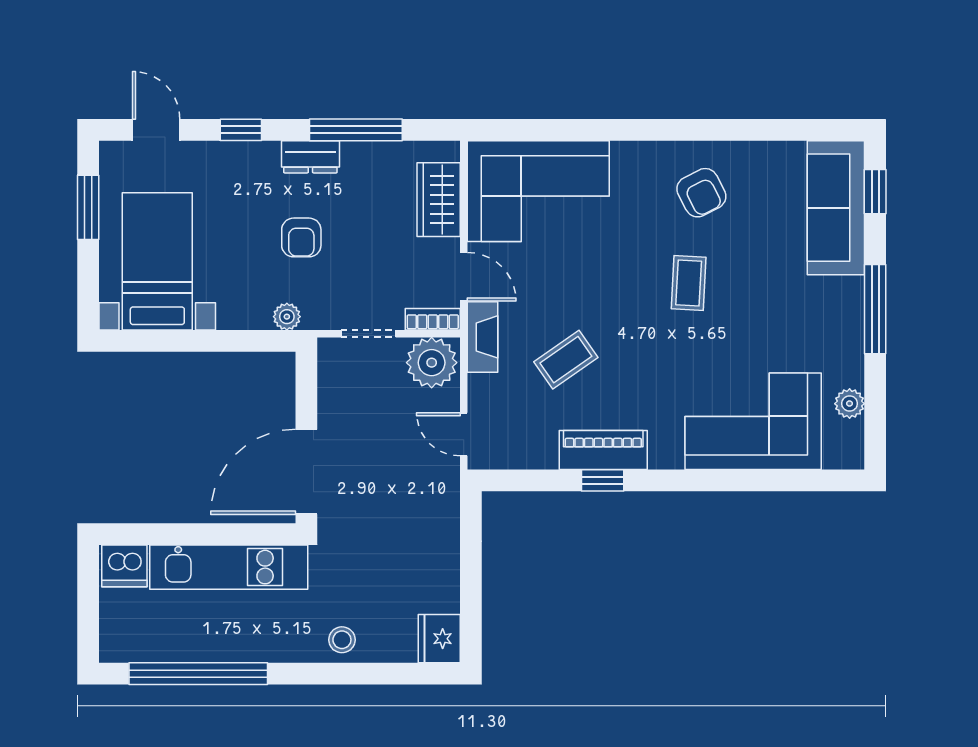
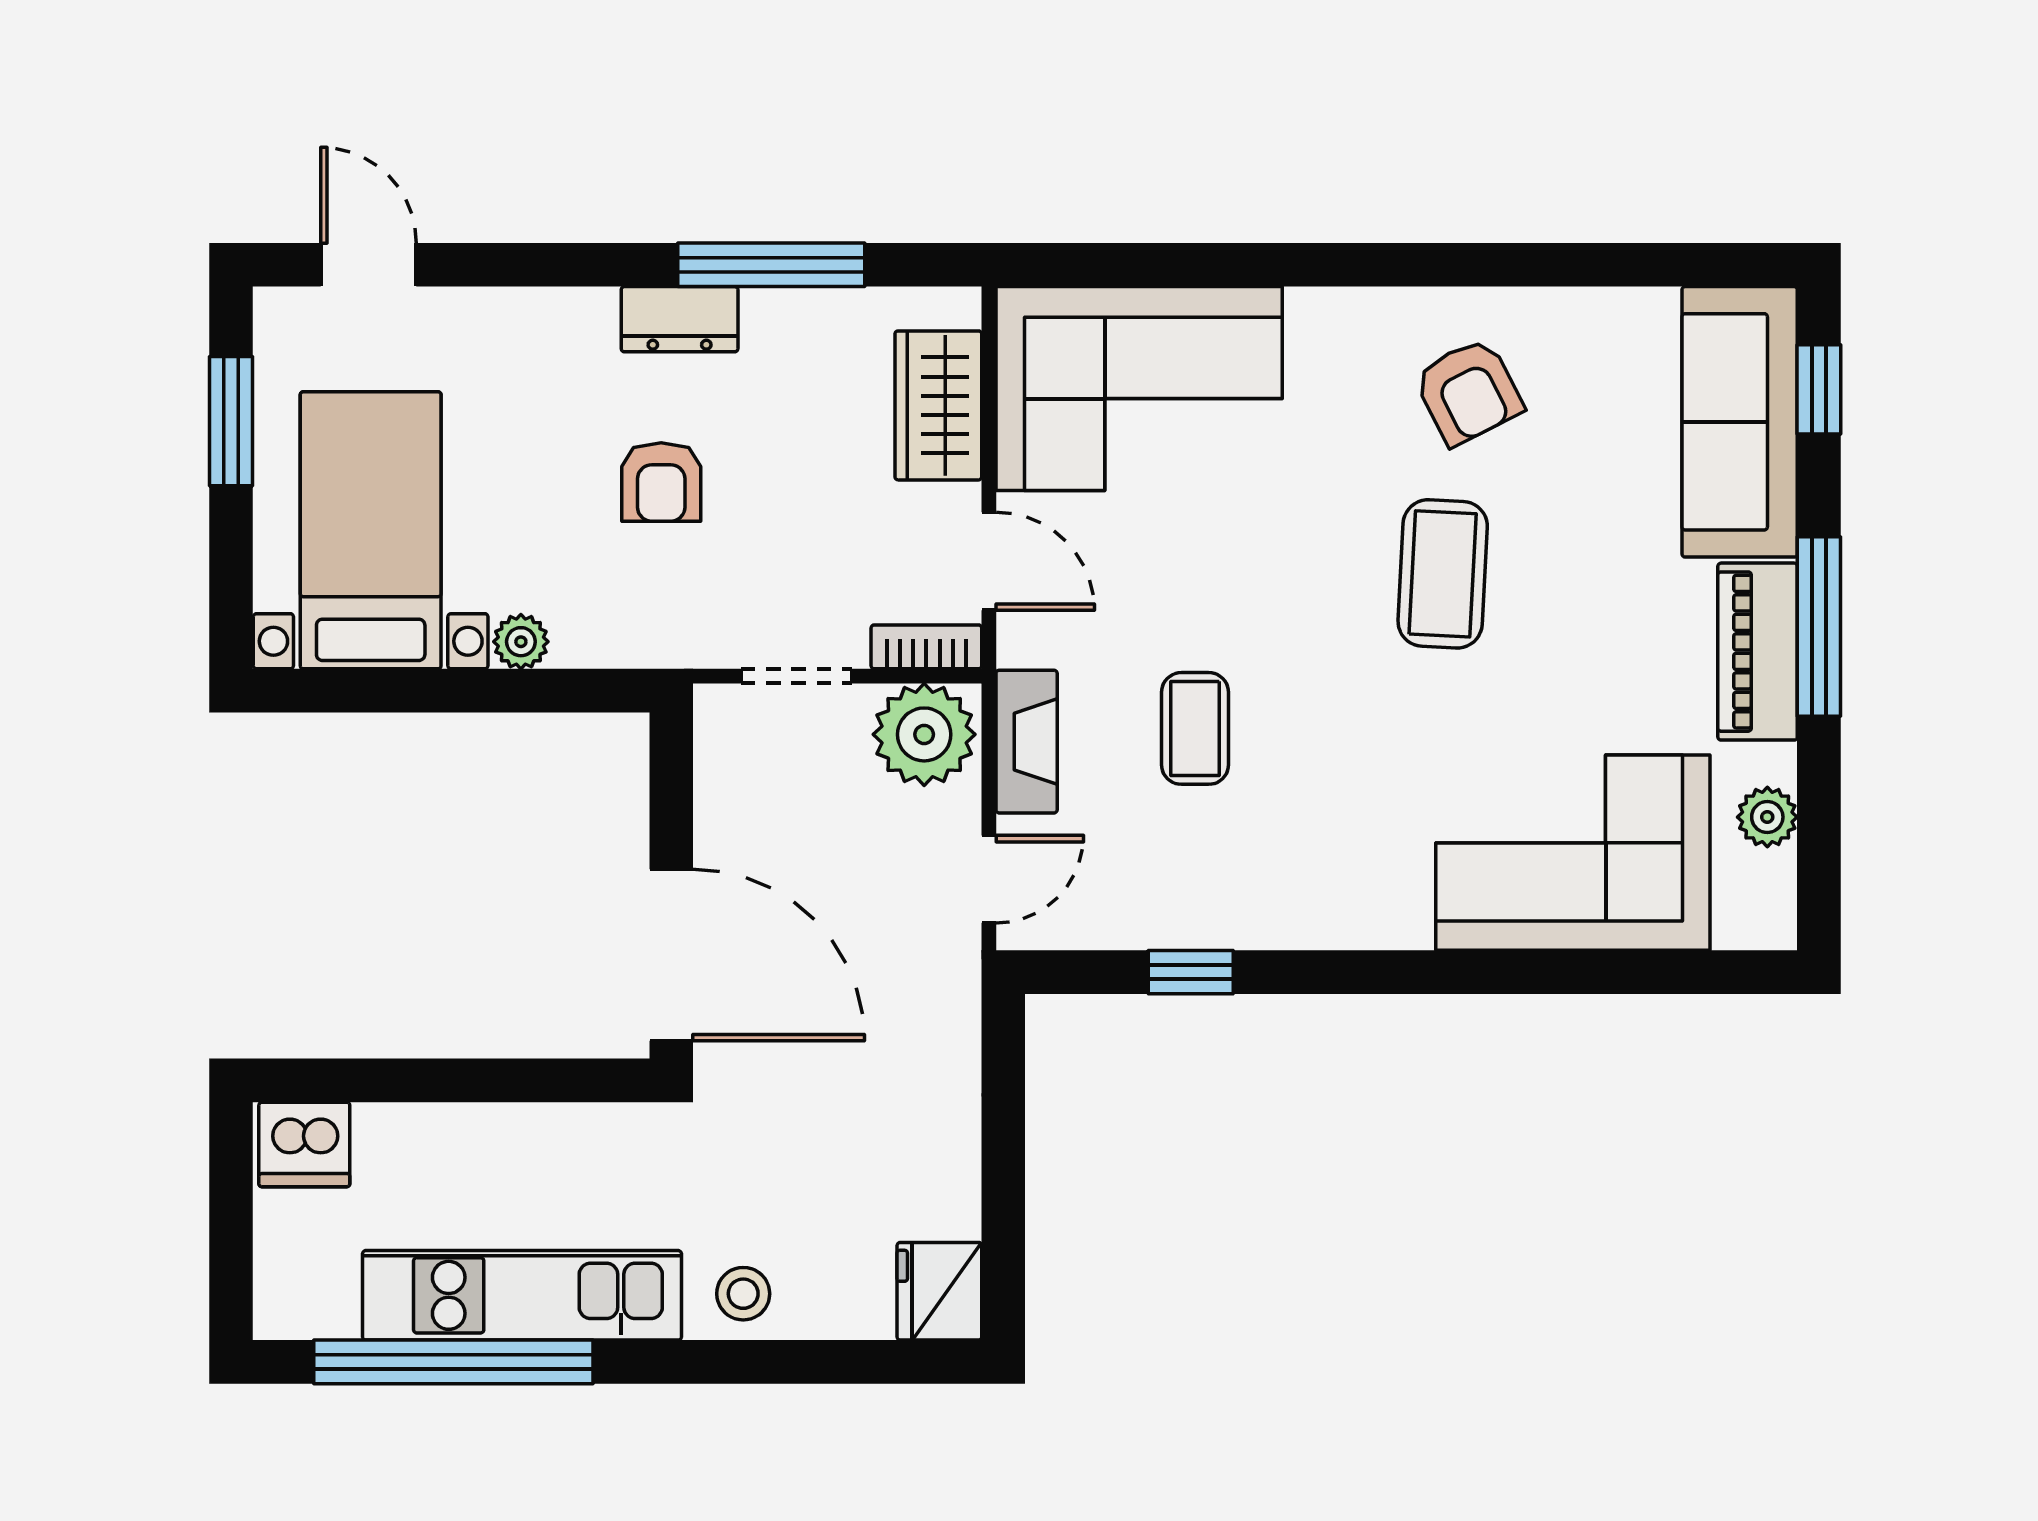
window: (241, 130) -> (539, 265), removed
coffee table: (689, 283) -> (1443, 574), width x1.36, depth x1.30
plant: (287, 317) -> (521, 642), moved
fireplace: (482, 337) -> (1027, 742), moved
coffee table: (566, 360) -> (1195, 728), turned -55
door: (464, 434) -> (989, 879), swing flipped
piano: (603, 450) -> (1758, 652), moved, turned -90
door: (306, 472) -> (671, 955), swing flipped
window: (603, 480) -> (1191, 972), moved
kitchen unit: (229, 567) -> (522, 1295), moved, turned 180

